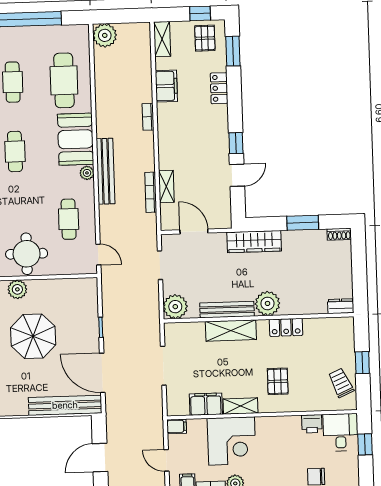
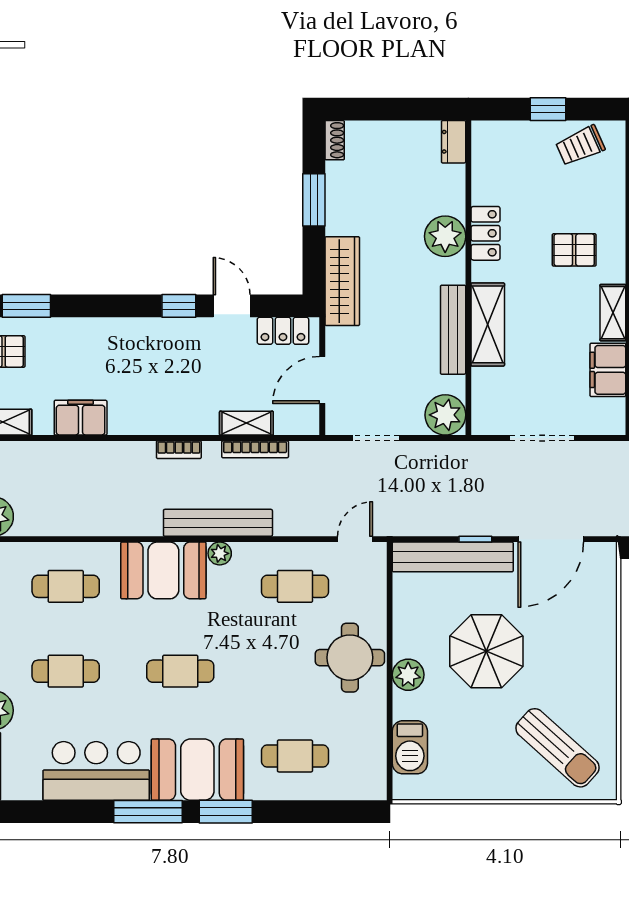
cafe table: (64, 80) -> (66, 586), width x0.73, depth x0.74
locker: (219, 88) -> (283, 331), moved
bookcase: (148, 117) -> (179, 450), moved
plant: (268, 303) -> (445, 236), moved
bench: (65, 405) -> (453, 557), moved, turned 90

